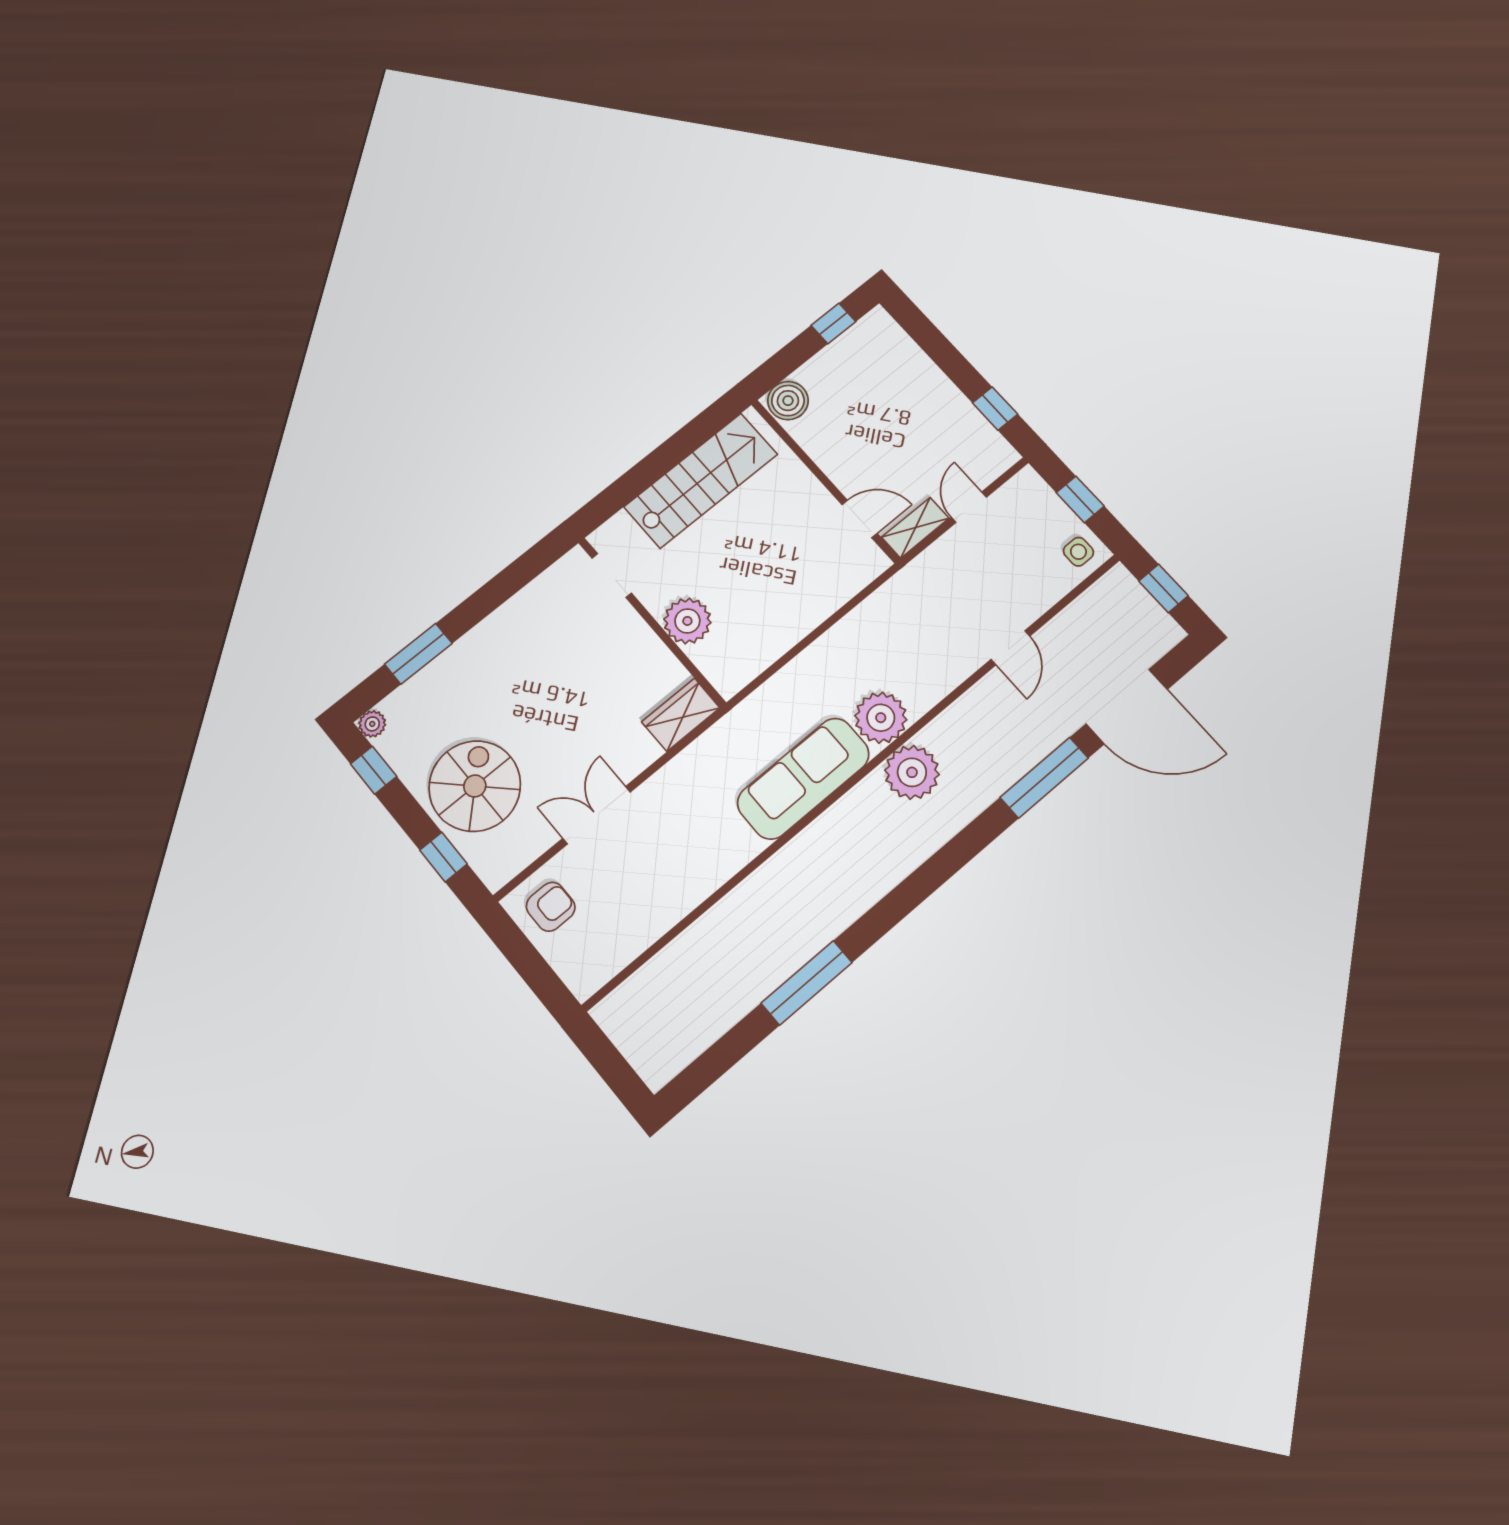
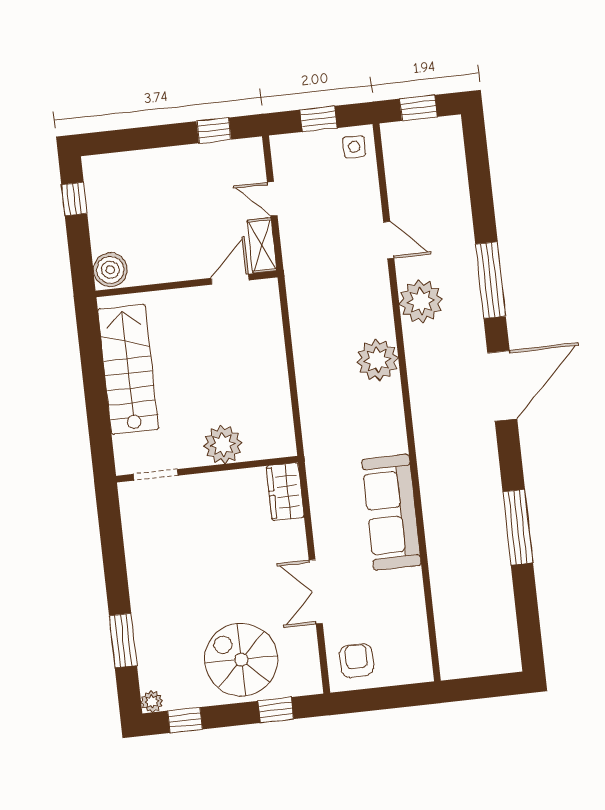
door: (1127, 707) -> (502, 386), moved
plant: (912, 772) -> (421, 301), moved
sofa: (803, 778) -> (391, 512), moved

